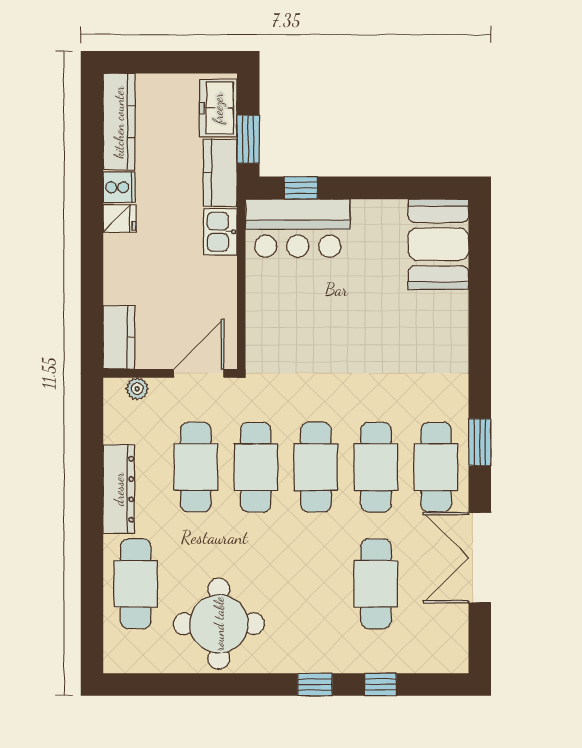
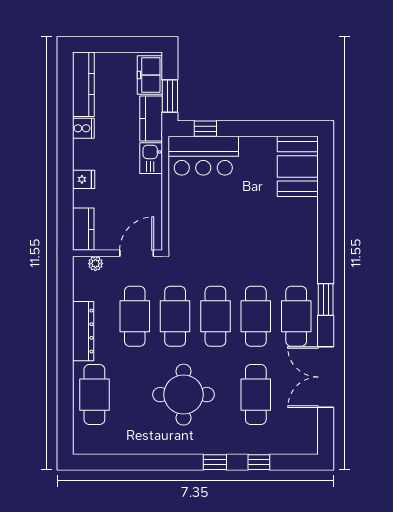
fridge: (120, 219) -> (84, 179), moved
round table: (219, 624) -> (183, 395), moved

